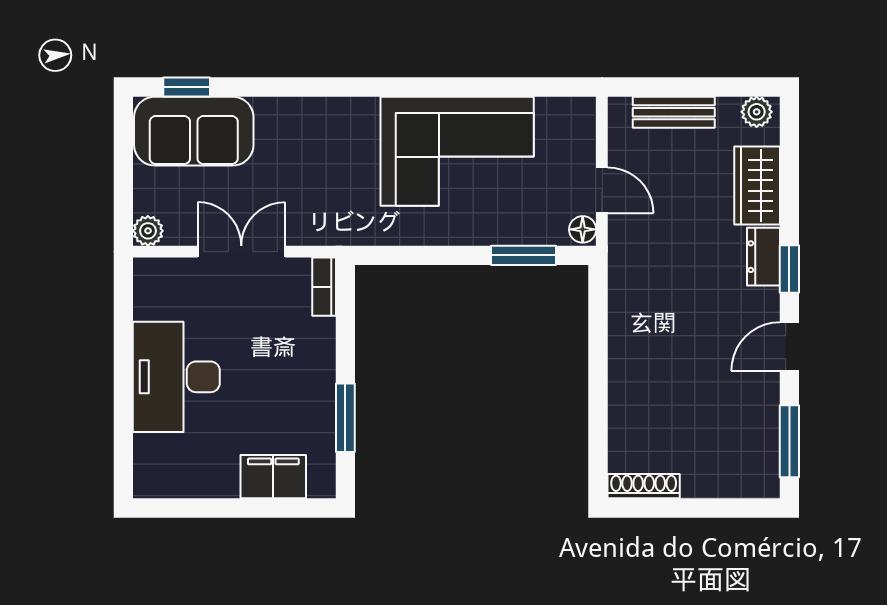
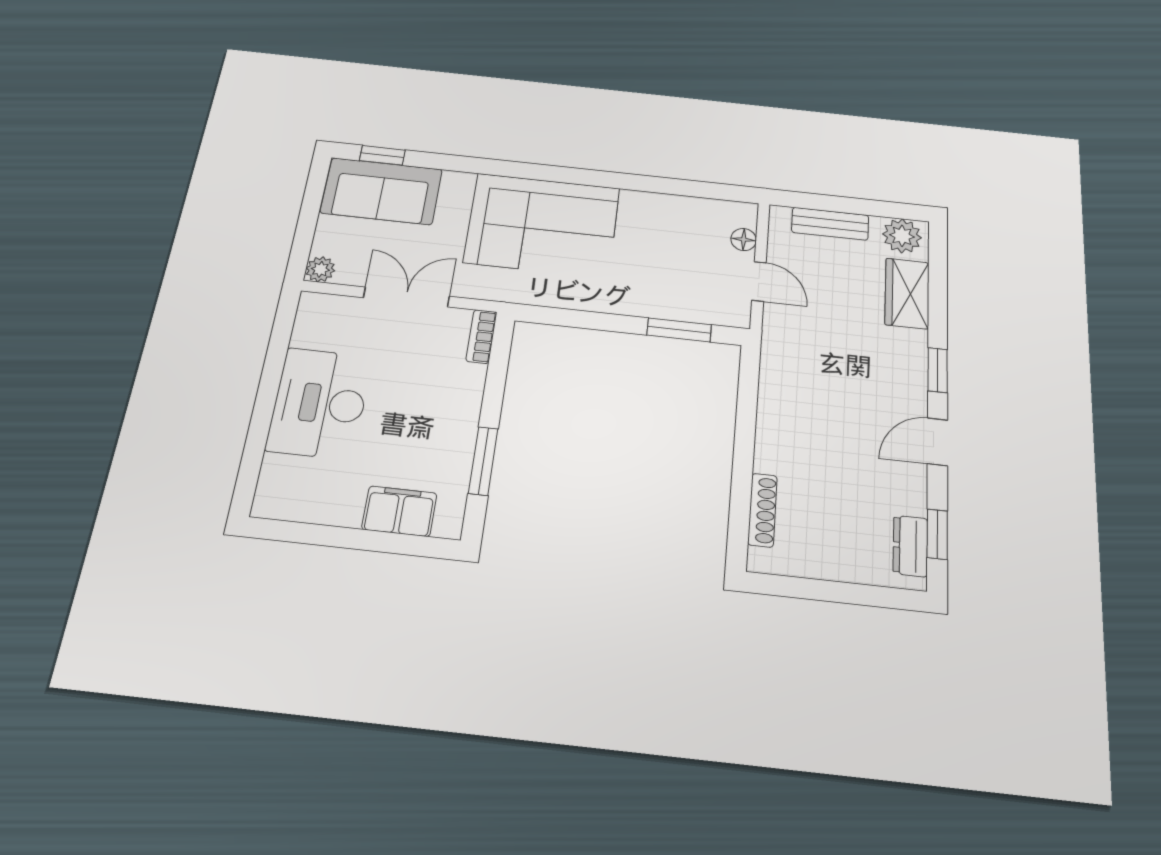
plant: (757, 112) -> (902, 236), width x1.38, depth x1.38
corner sofa: (457, 151) -> (542, 225), moved
floor lamp: (583, 229) -> (744, 239), moved
dresser: (764, 257) -> (910, 546), moved
window: (789, 441) -> (937, 534), width x0.67
shoe rack: (644, 486) -> (762, 510), moved, turned 90

